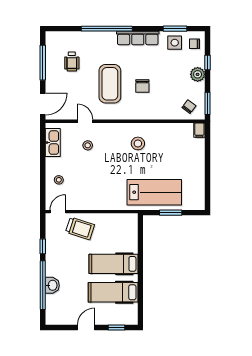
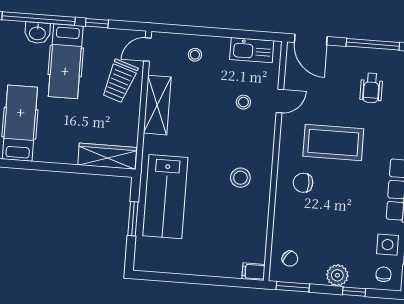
wheelchair: (72, 61) -> (371, 88), turned -90
chair: (142, 86) -> (303, 183), moved
shelving: (94, 202) -> (157, 105), added
door: (58, 212) -> (147, 50), swing flipped
wardrobe: (130, 233) -> (107, 156), added
hospital bed: (113, 264) -> (66, 61), moved, turned 180

